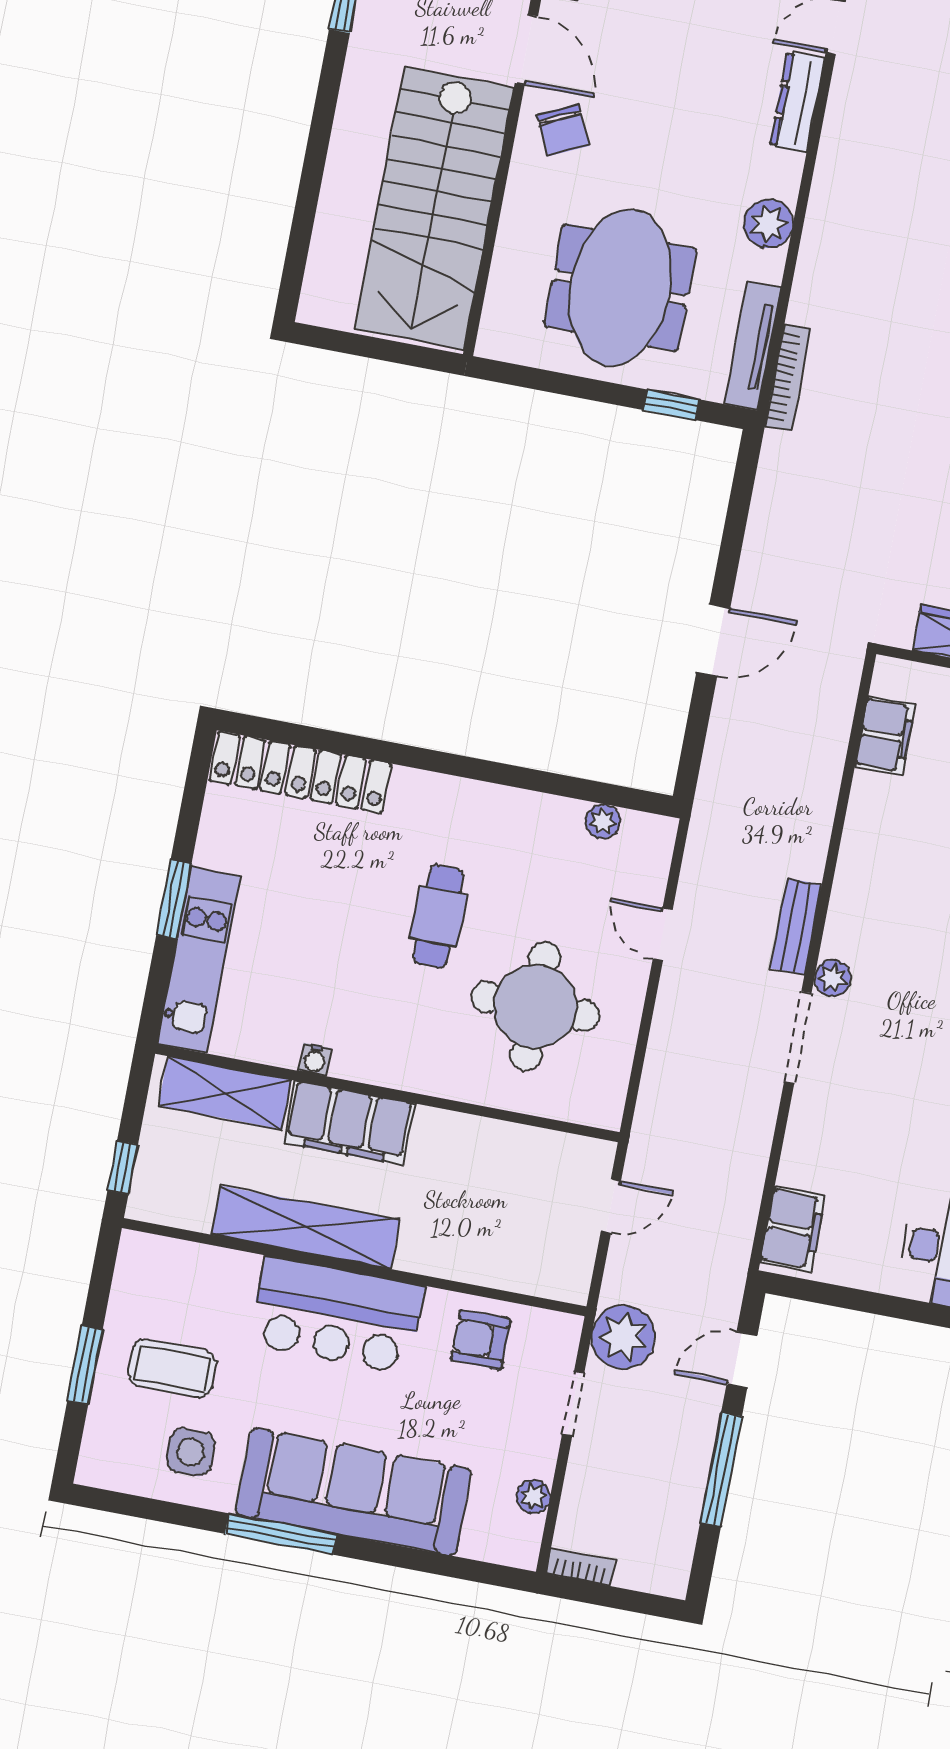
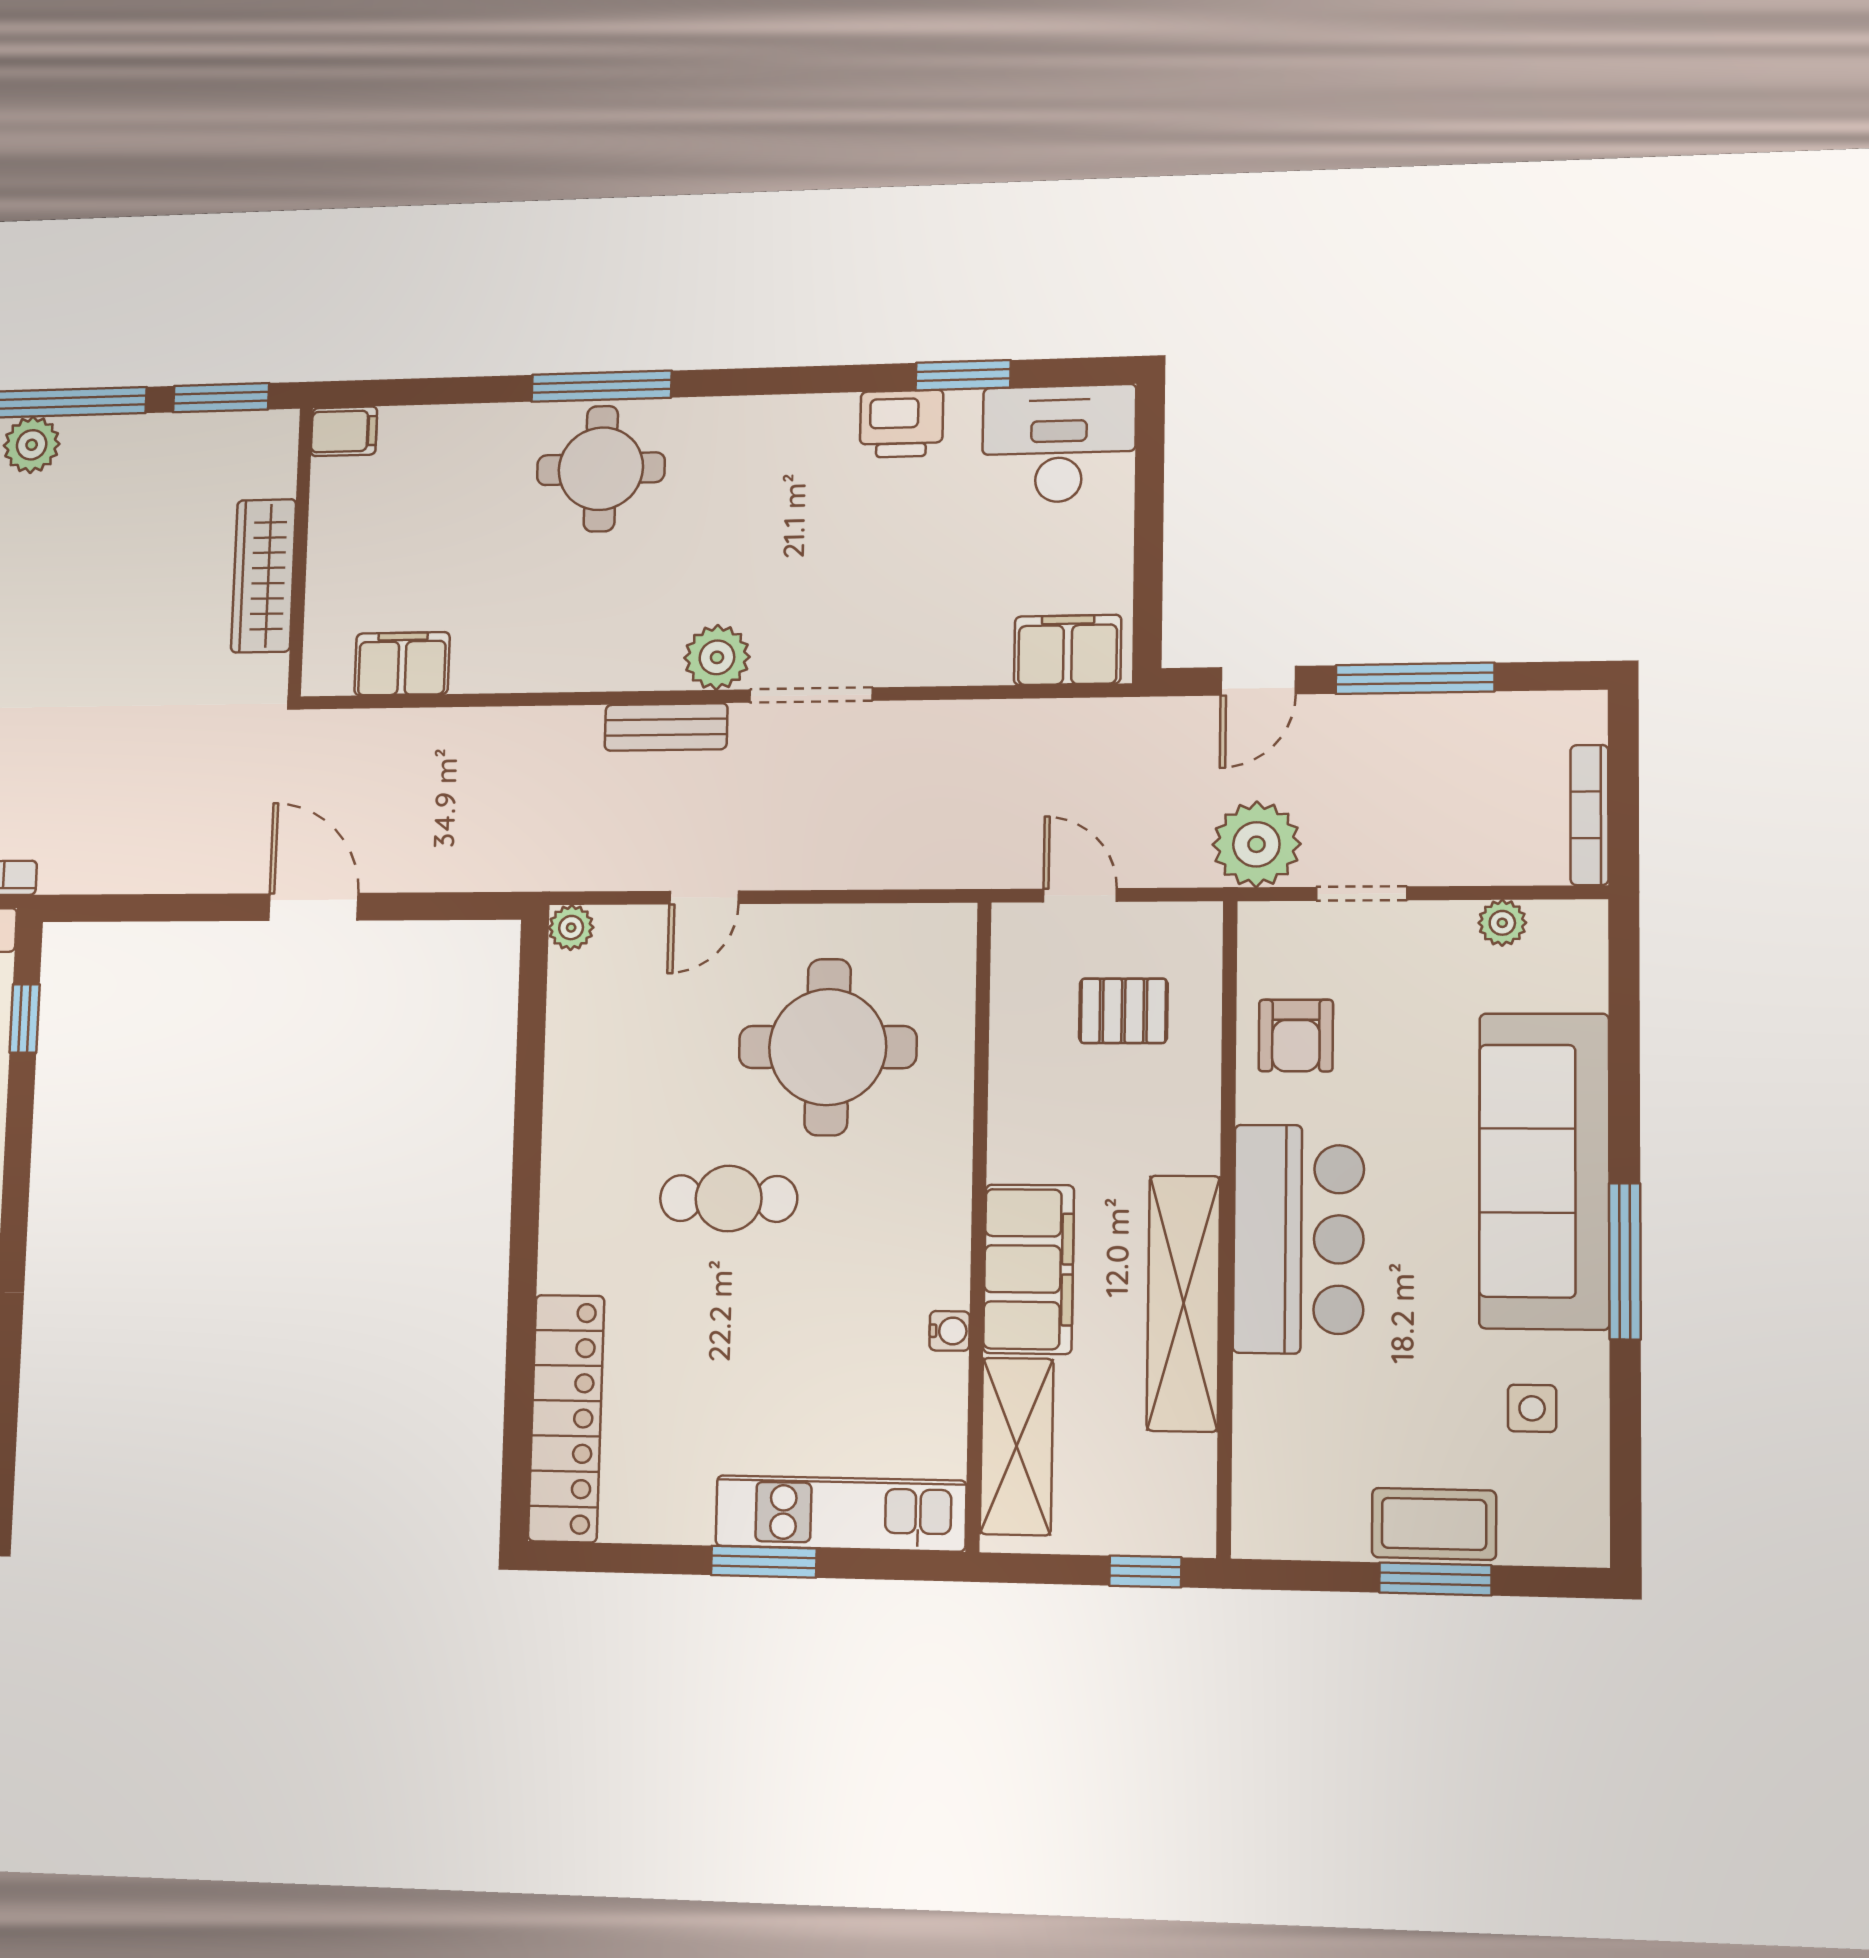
plant: (603, 821) -> (571, 928), moved
plant: (833, 978) -> (717, 657), width x1.38, depth x1.38
pallet: (521, 1222) -> (1123, 1011), added
door: (742, 1360) -> (1258, 681), hinge flipped
coffee table: (172, 1368) -> (1434, 1524), moved, turned 90
side table: (191, 1452) -> (1532, 1408), width x0.73, depth x0.73
bookcase: (580, 1567) -> (1589, 815), width x1.56

